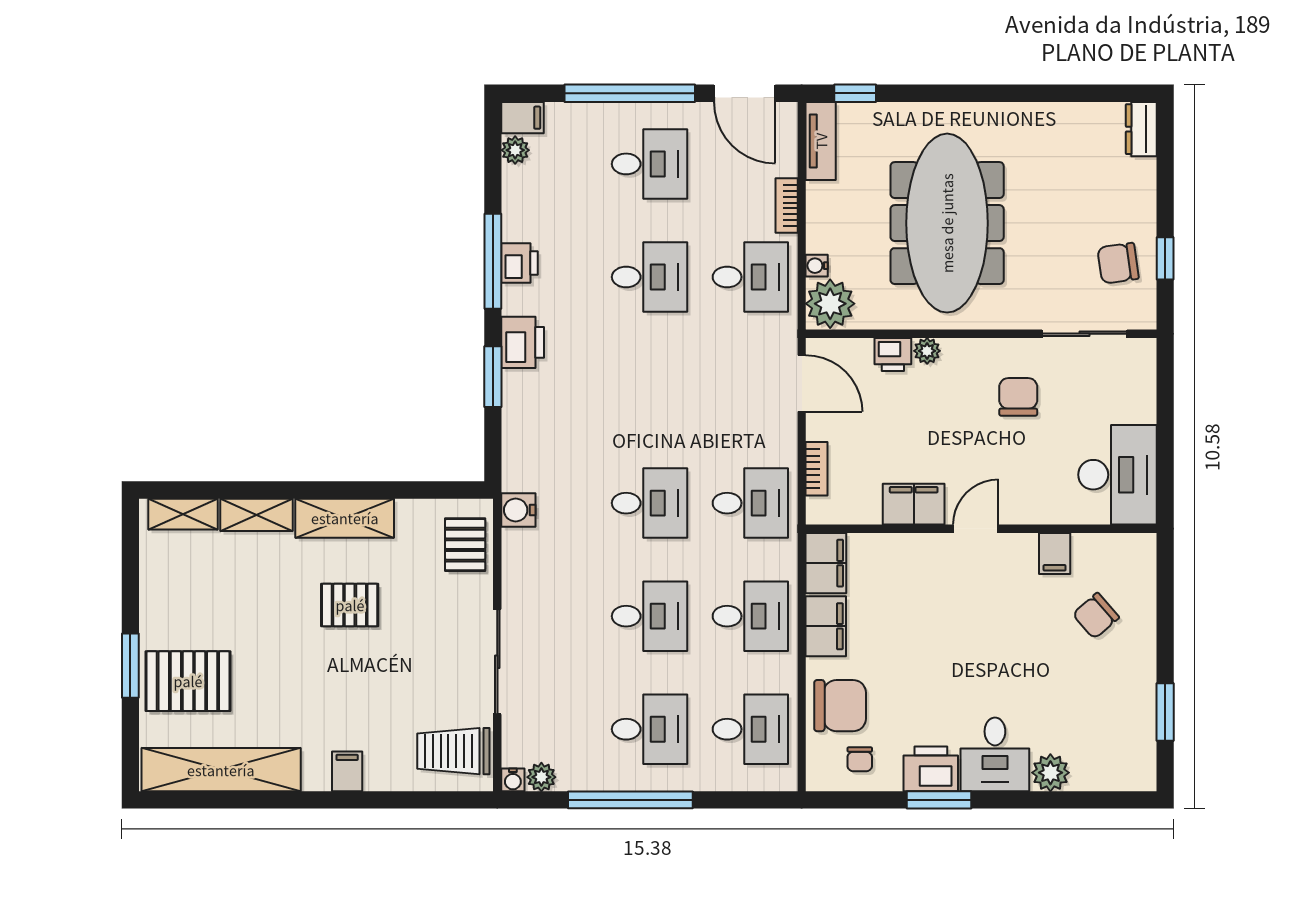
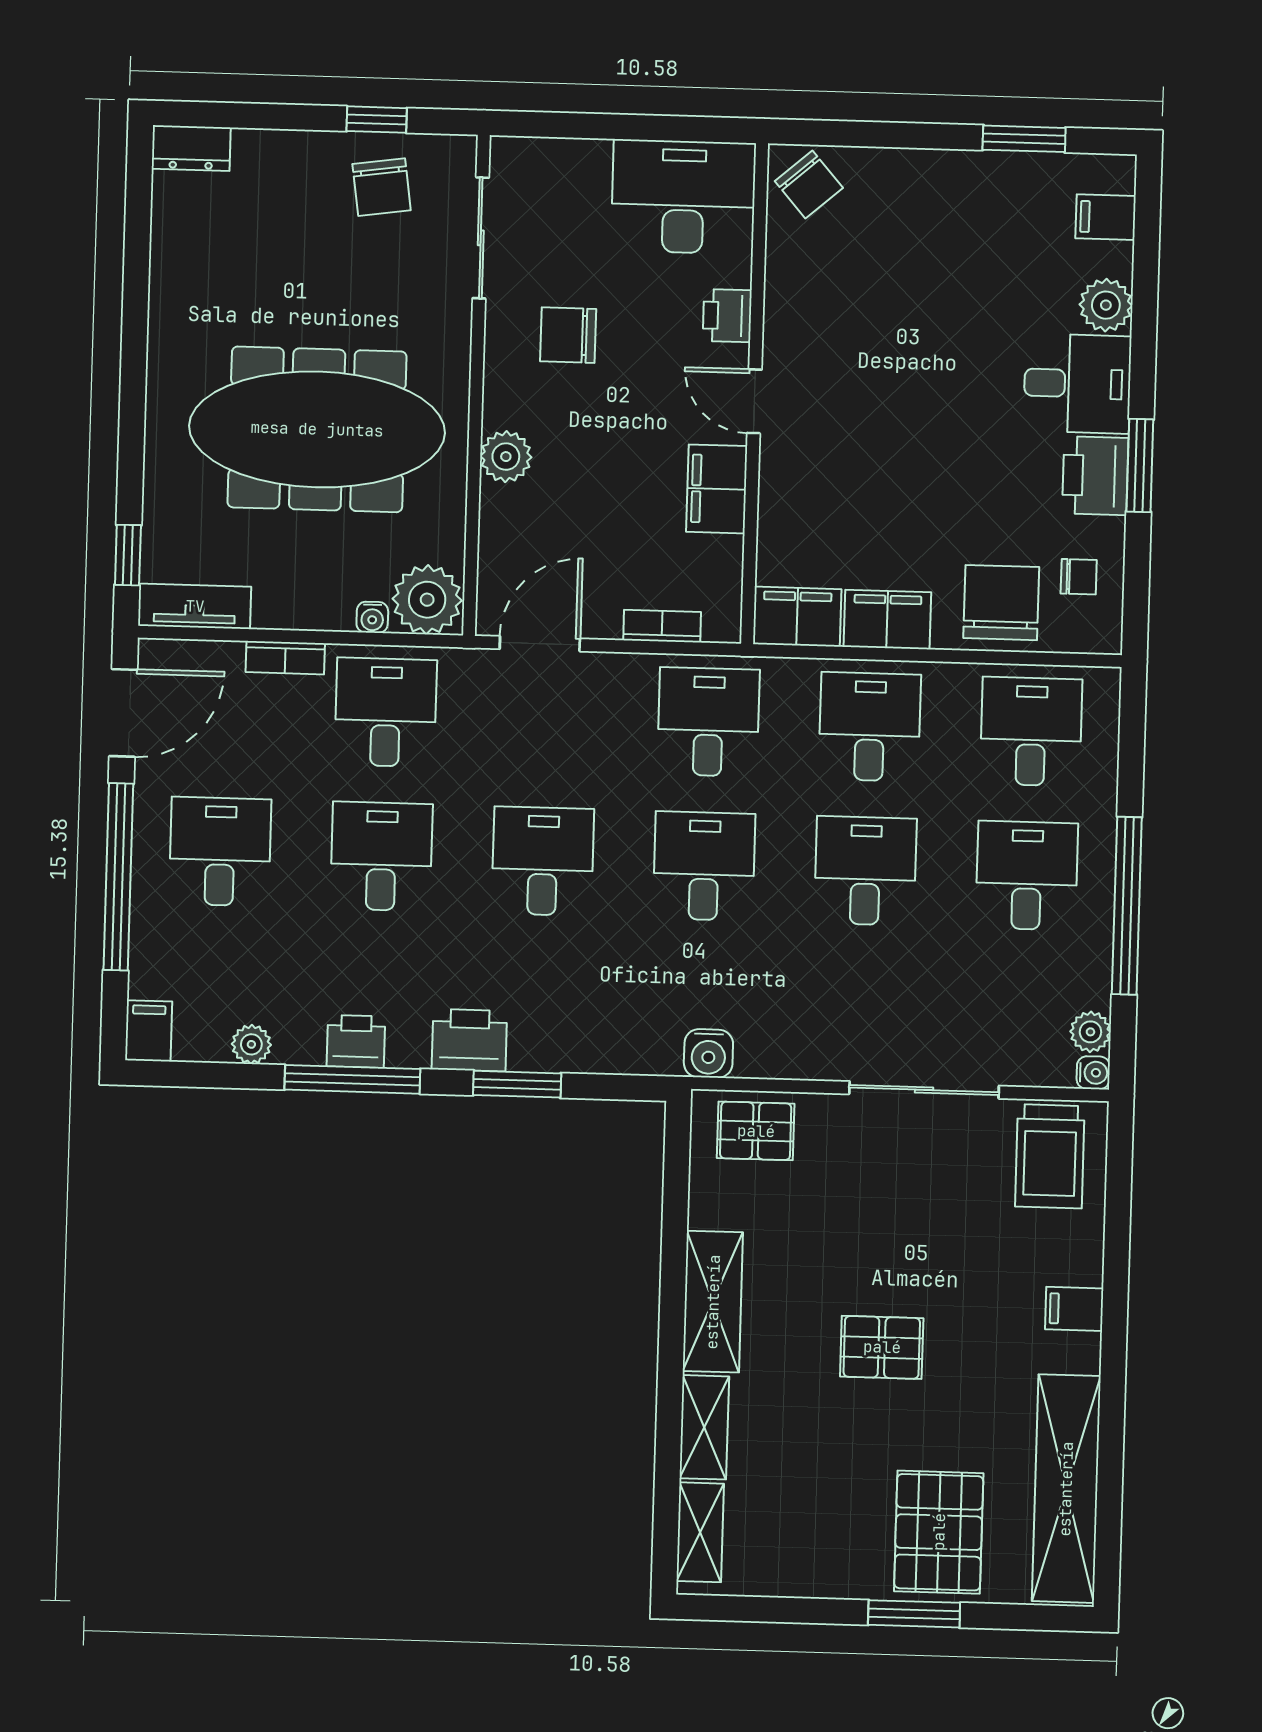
plant: (515, 150) -> (251, 1044), moved
plant: (927, 351) -> (506, 457), width x1.38, depth x1.38
printer: (893, 354) -> (727, 316), moved, turned 180
desk: (649, 390) -> (543, 861), added
filing cabinet: (1055, 553) -> (1106, 217), moved, turned 180
pallet: (350, 605) -> (882, 1347), moved, turned 90
chair: (1096, 616) -> (809, 185), moved

